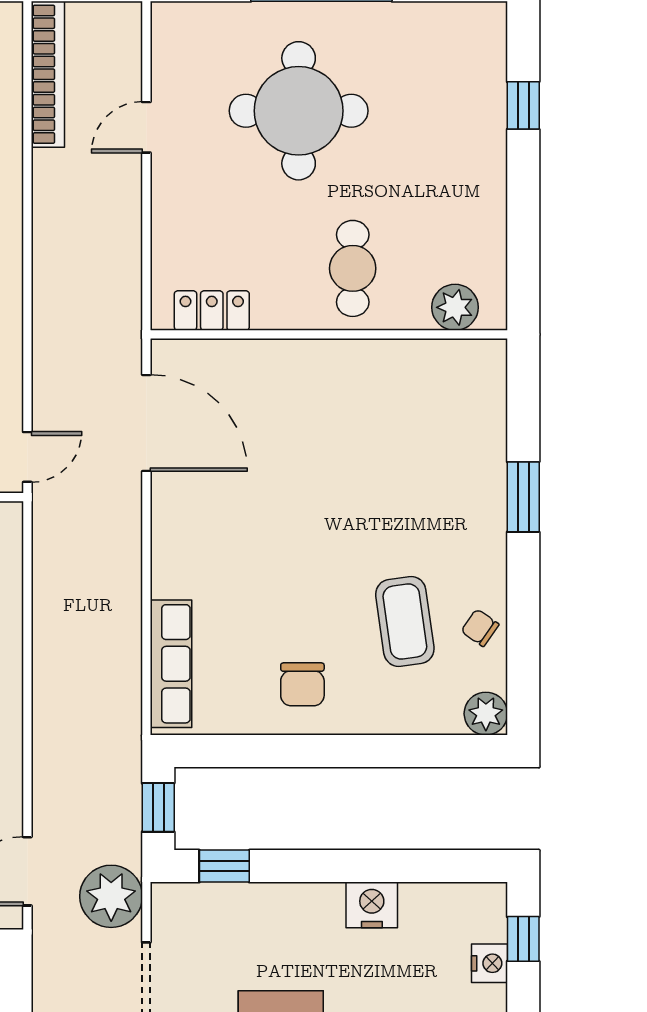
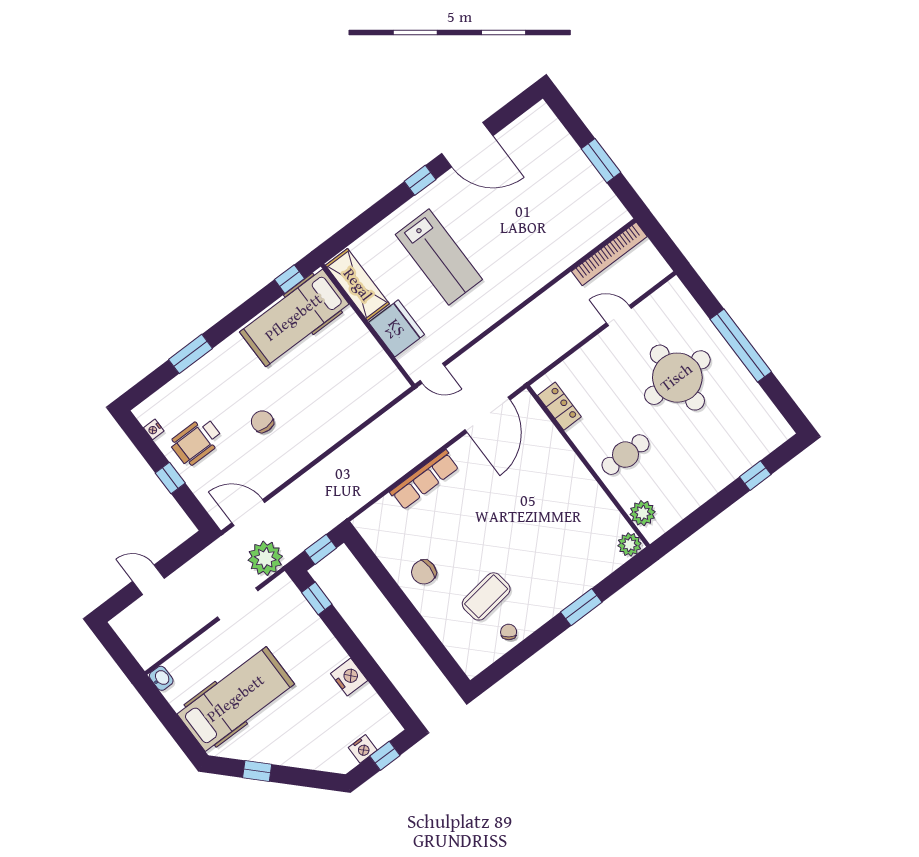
row of seats: (171, 664) -> (424, 480), moved
plant: (486, 714) -> (630, 544), moved

